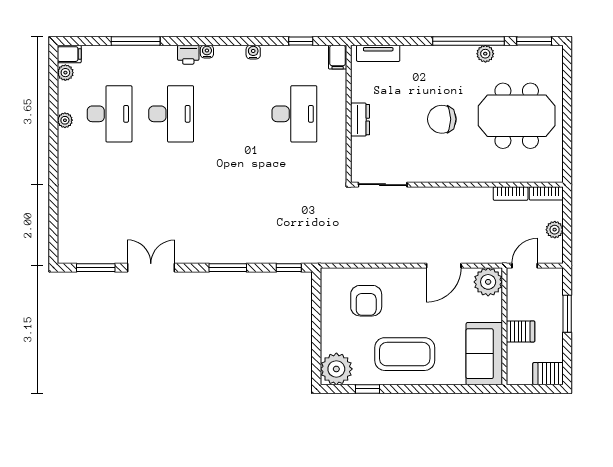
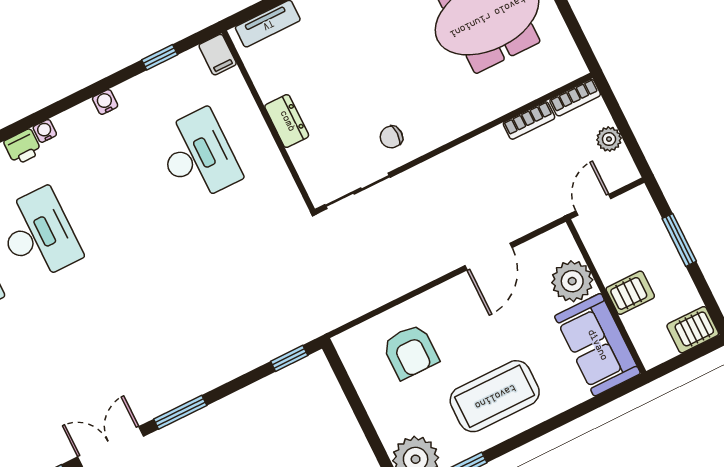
chair: (442, 119) -> (391, 137), moved, width x0.54, depth x0.54
window: (228, 268) -> (180, 412), moved
plant: (488, 282) -> (572, 281), moved

